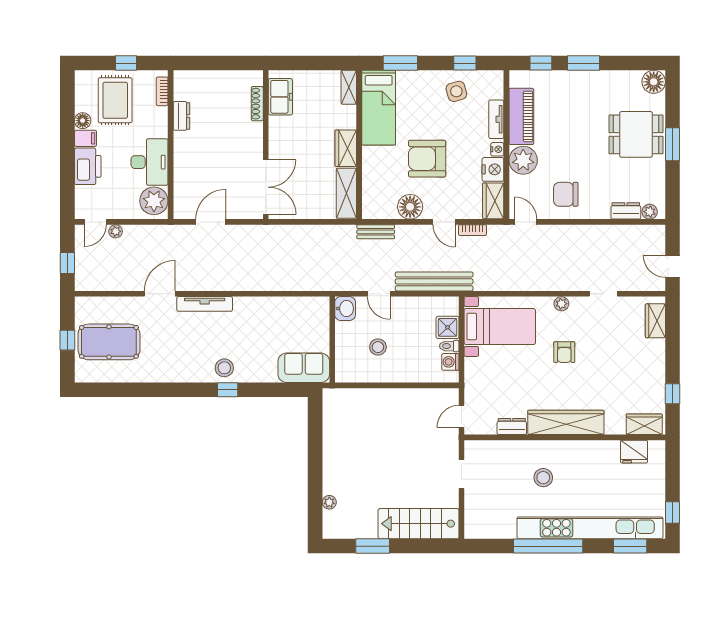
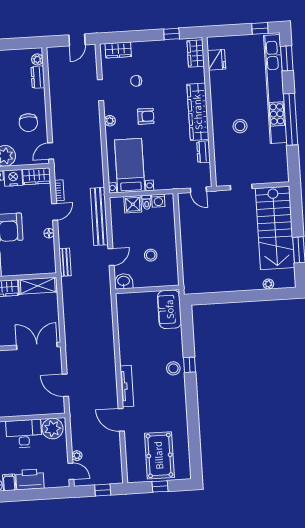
floor lamp: (410, 207) -> (49, 233), width x0.53, depth x0.53
chair: (613, 342) -> (136, 81), added
stairs: (419, 524) -> (275, 228), width x1.36, depth x1.51

